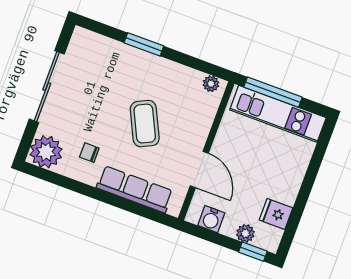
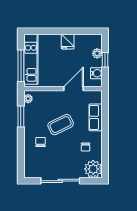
window: (144, 44) -> (21, 117), moved
chair: (127, 77) -> (41, 142), added
row of seats: (135, 189) -> (96, 117), width x0.68
fridge: (276, 214) -> (68, 42), moved
window: (253, 252) -> (105, 60), moved

